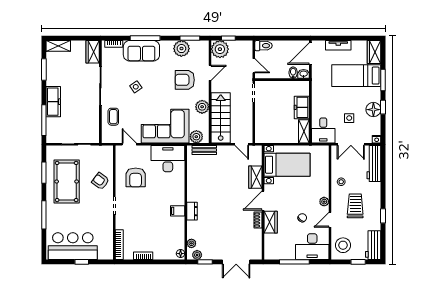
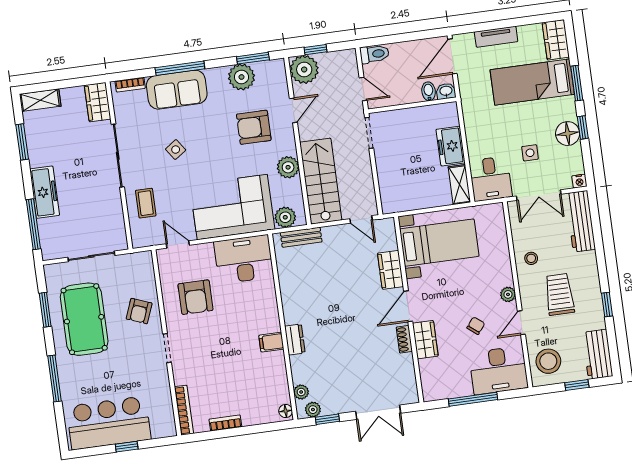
armchair: (100, 181) -> (139, 311), turned -106

